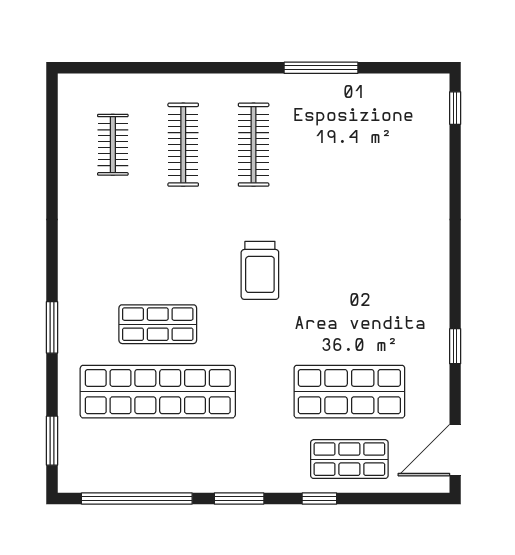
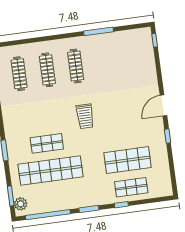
clothes rail: (113, 145) -> (19, 74), width x1.36
door: (455, 450) -> (163, 105), moved
plant: (74, 463) -> (21, 204), added

